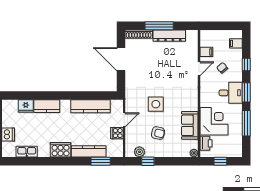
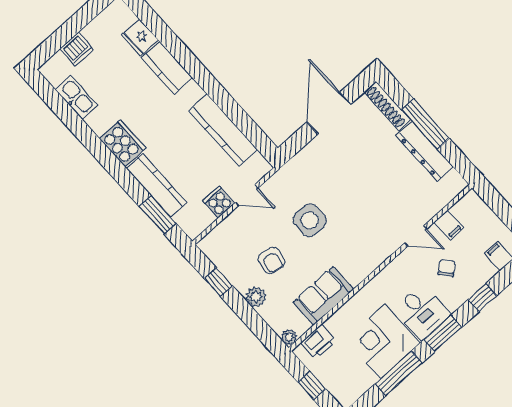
corner desk: (214, 121) -> (383, 341), moved, turned 180
plant: (139, 152) -> (256, 297), moved

